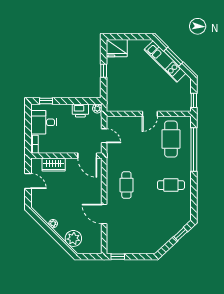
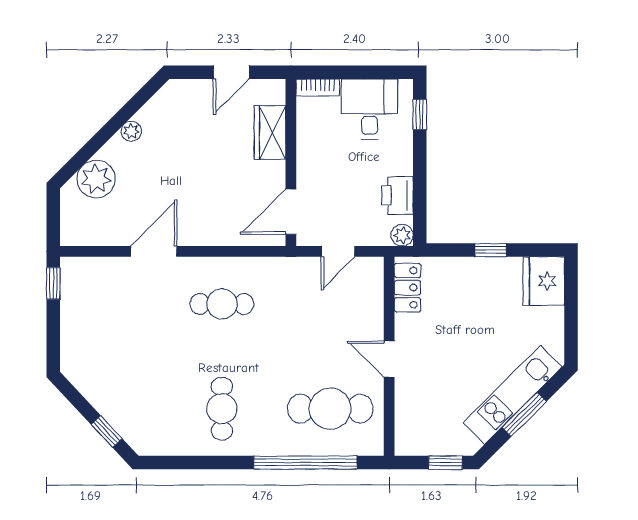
window: (194, 100) -> (445, 463), moved
locker: (120, 106) -> (407, 288), added

